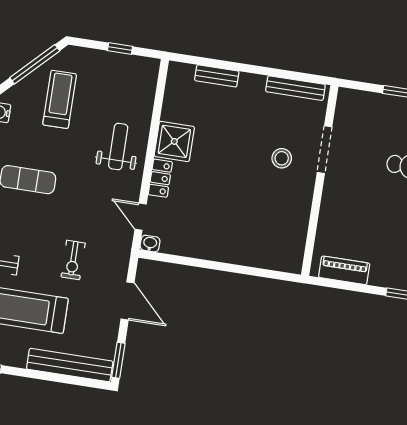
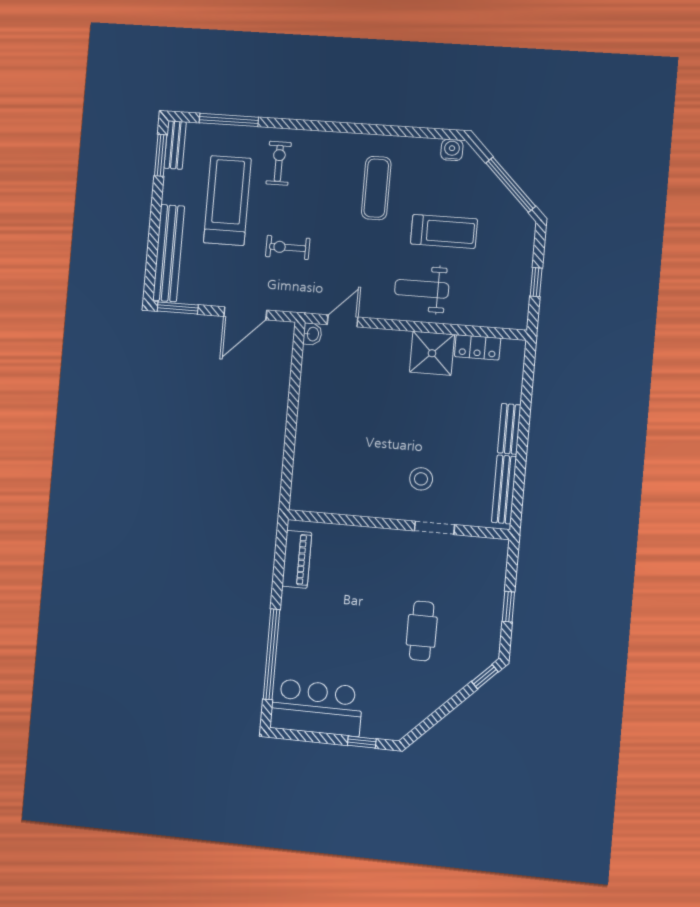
bench: (217, 76) -> (509, 429), moved
treadmill: (60, 99) -> (444, 231), moved
weight bench: (118, 146) -> (422, 289), turned 180
doorway: (324, 150) -> (434, 528), width x0.73
locker: (160, 178) -> (478, 347), moved

